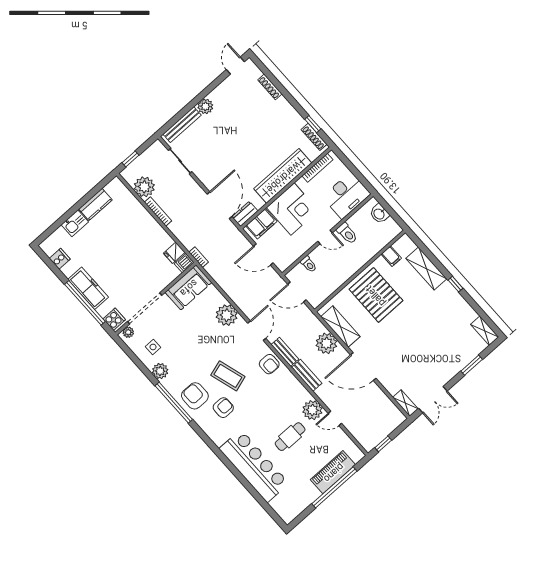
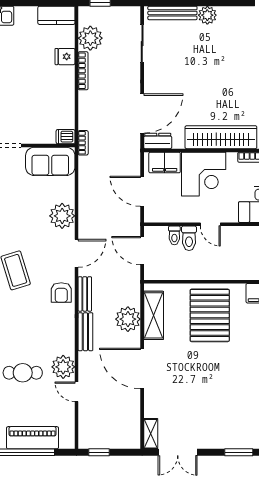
kitchen counter: (95, 204) -> (56, 15), moved
toilet: (347, 233) -> (189, 238), moved
fridge: (174, 253) -> (65, 57), moved

